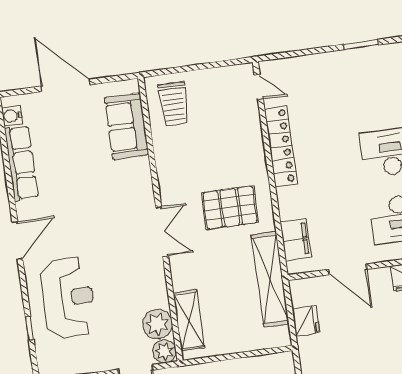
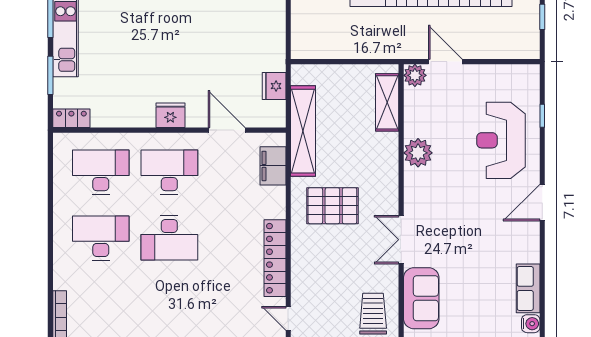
row of seats: (21, 163) -> (528, 288), width x0.68
double door: (162, 232) -> (401, 240), moved
plant: (157, 324) -> (418, 153), moved

